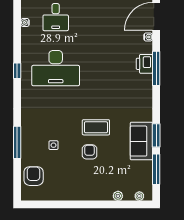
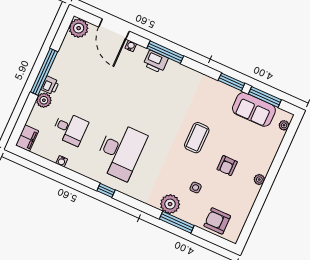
plant: (30, 130) -> (170, 204), added
sofa: (141, 141) -> (254, 109), moved
armchair: (90, 152) -> (227, 166), moved, turned -90
plant: (118, 196) -> (259, 180), moved

